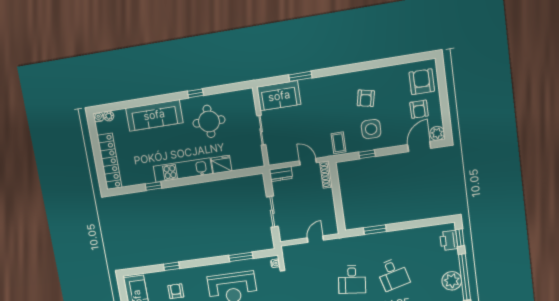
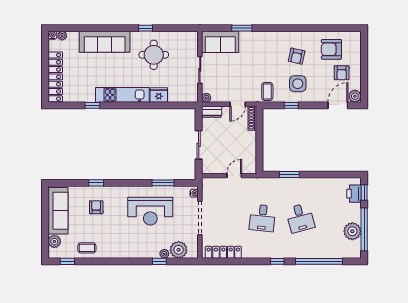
armchair: (422, 82) -> (331, 49), moved, turned -90
plant: (273, 160) -> (206, 98), added
door: (308, 162) -> (238, 104), swing flipped

